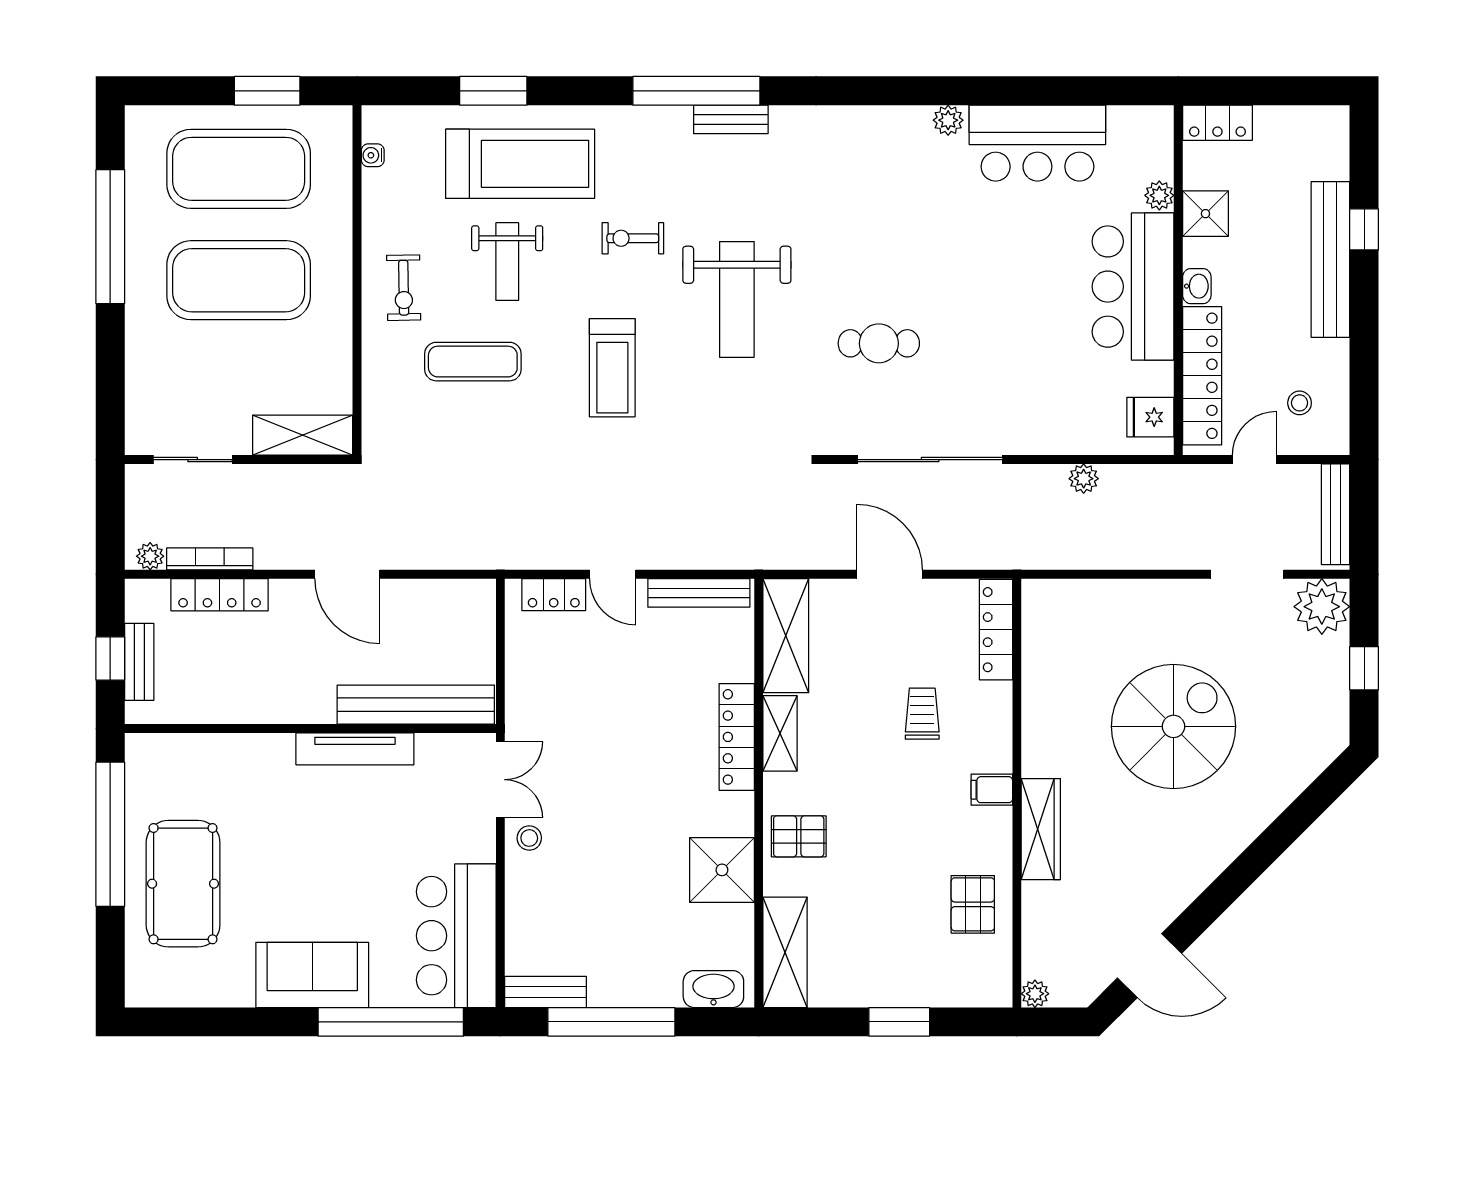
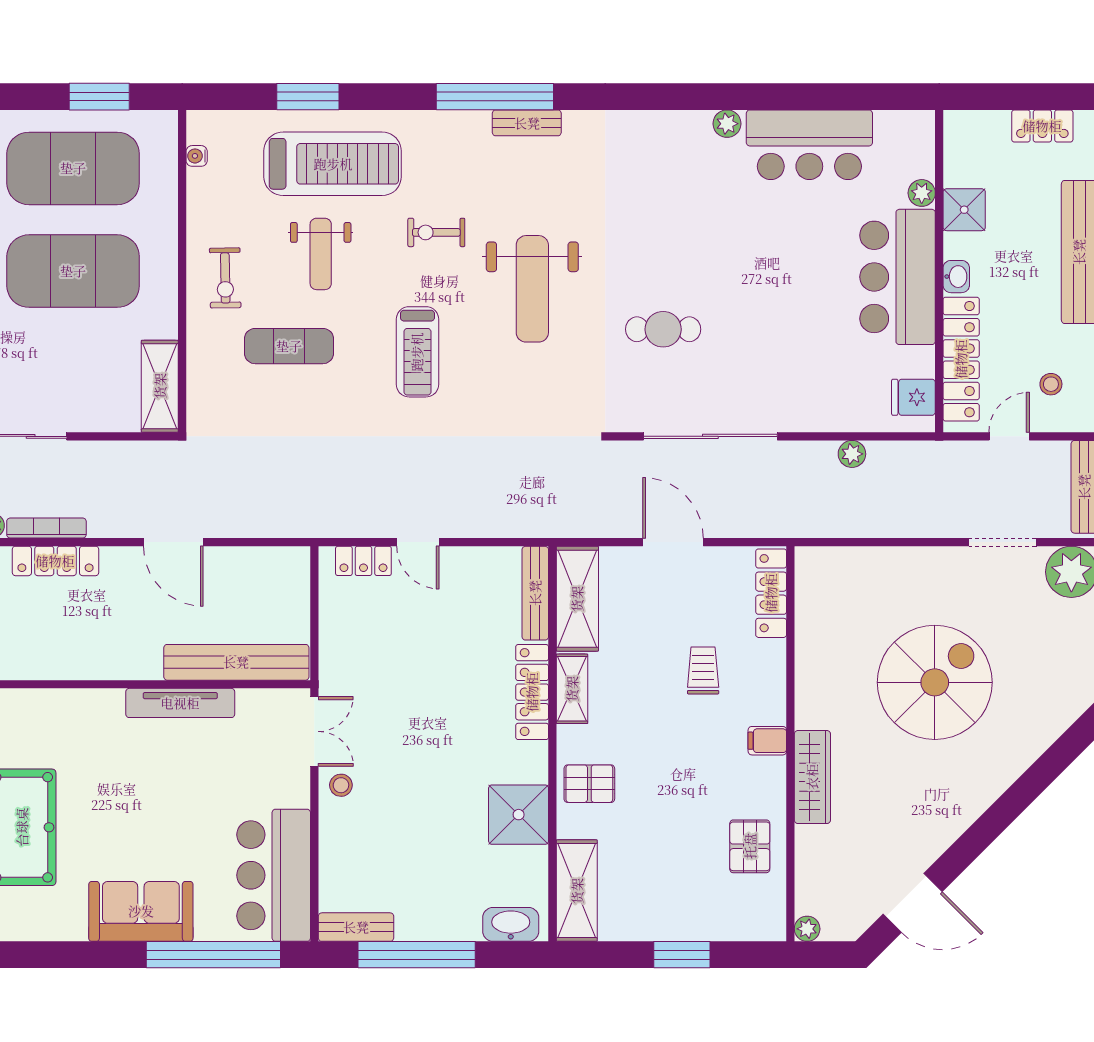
locker: (1217, 123) -> (1042, 126), moved
shelving: (303, 435) -> (160, 386), moved, turned 90
bench: (699, 593) -> (535, 593), moved, turned 90

